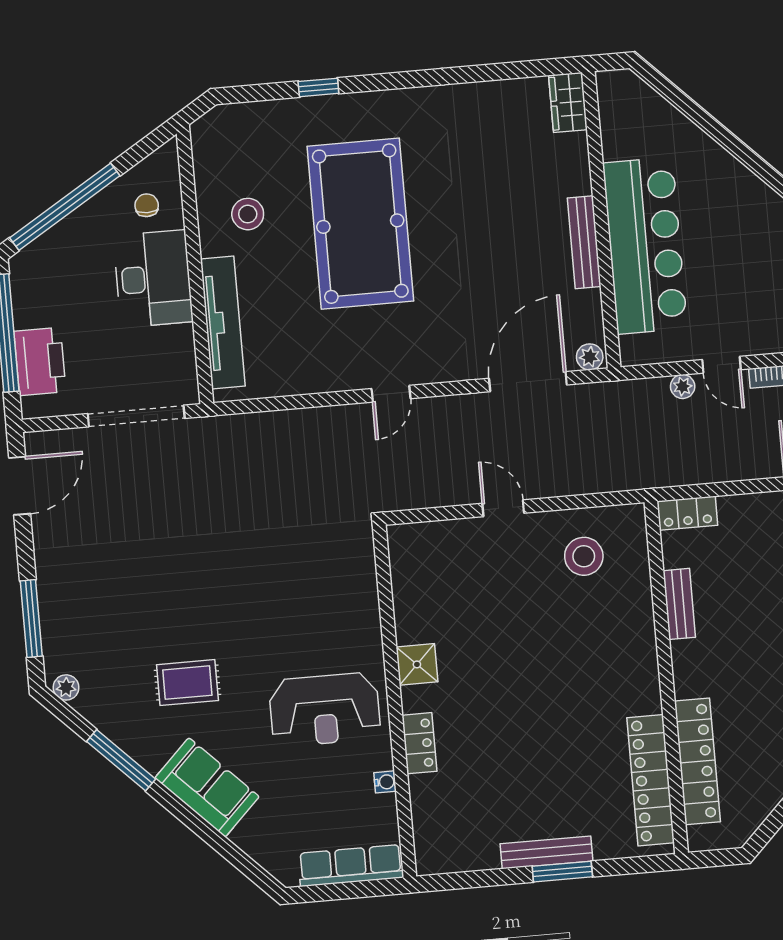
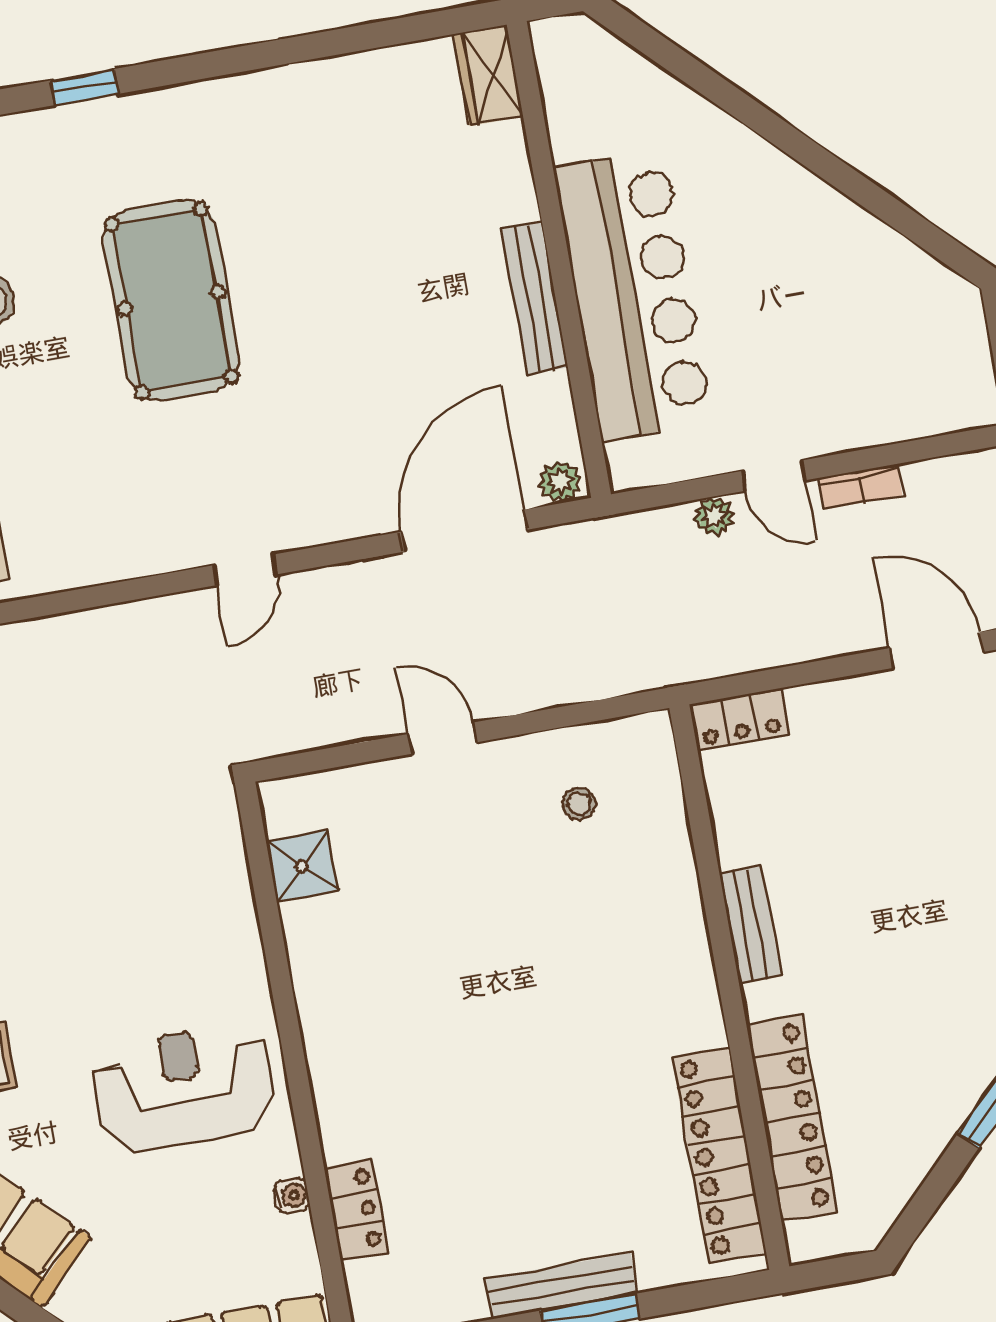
pool table: (360, 224) -> (171, 300), width x0.73, depth x0.76
stool: (584, 556) -> (579, 804), width x0.53, depth x0.53
bench: (679, 604) -> (750, 924), moved
shower: (417, 664) -> (302, 866), moved
reception desk: (325, 710) -> (184, 1088), turned 180
locker: (419, 743) -> (356, 1210), moved

